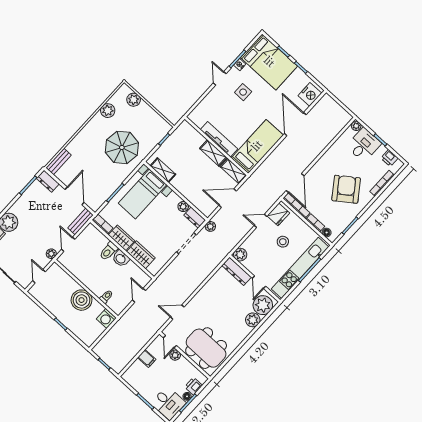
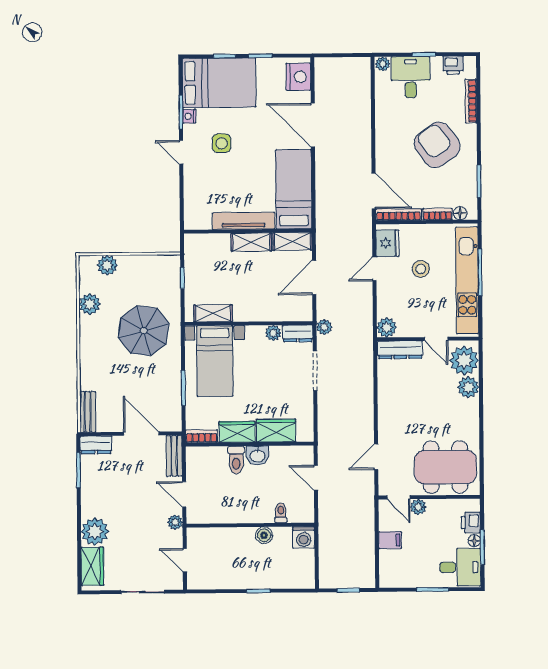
boiler: (82, 300) -> (264, 535), width x0.54, depth x0.54

